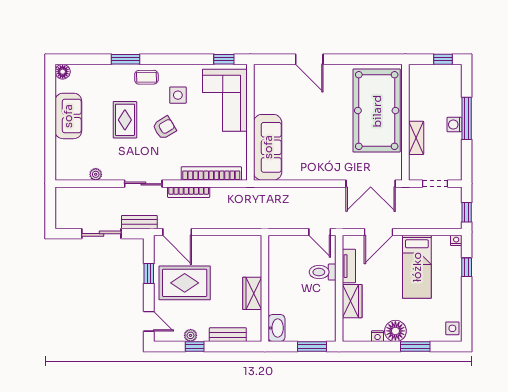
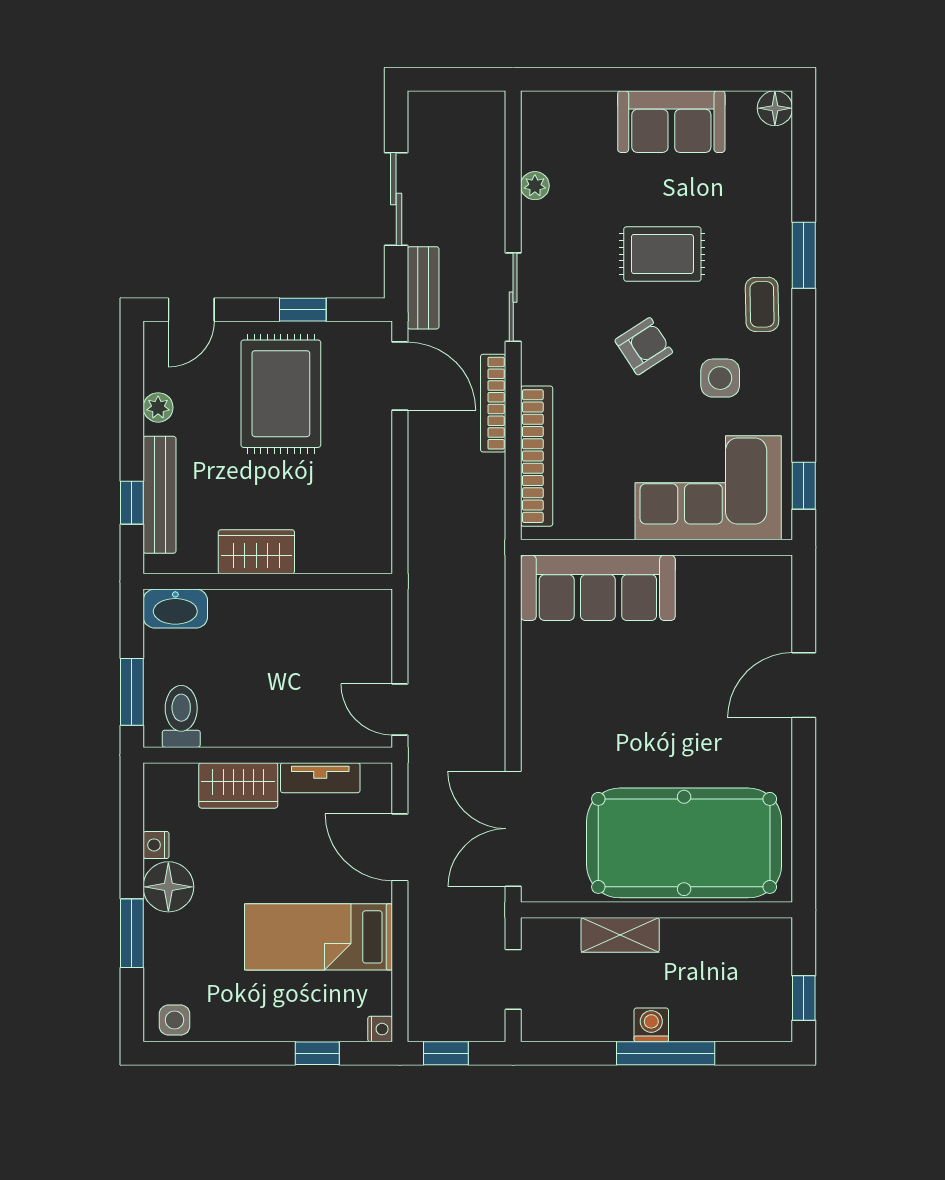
armchair: (164, 128) -> (644, 346), turned -92
door: (177, 232) -> (400, 376), swing flipped
door: (320, 232) -> (400, 710), hinge flipped
toilet: (323, 272) -> (181, 716), moved
bench: (228, 335) -> (160, 495), width x1.36
window: (195, 347) -> (132, 503), moved

